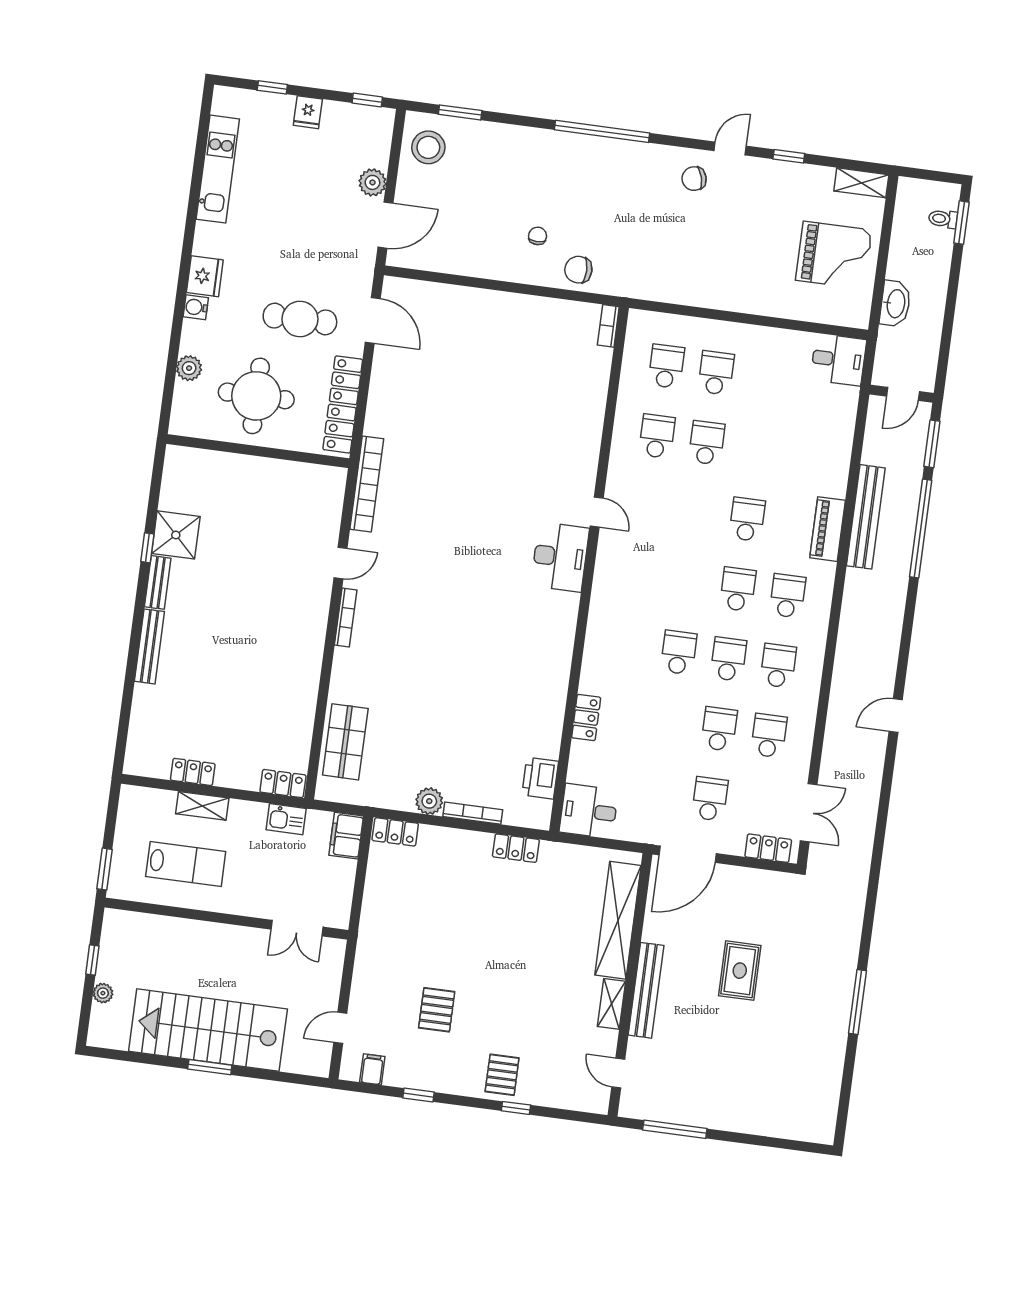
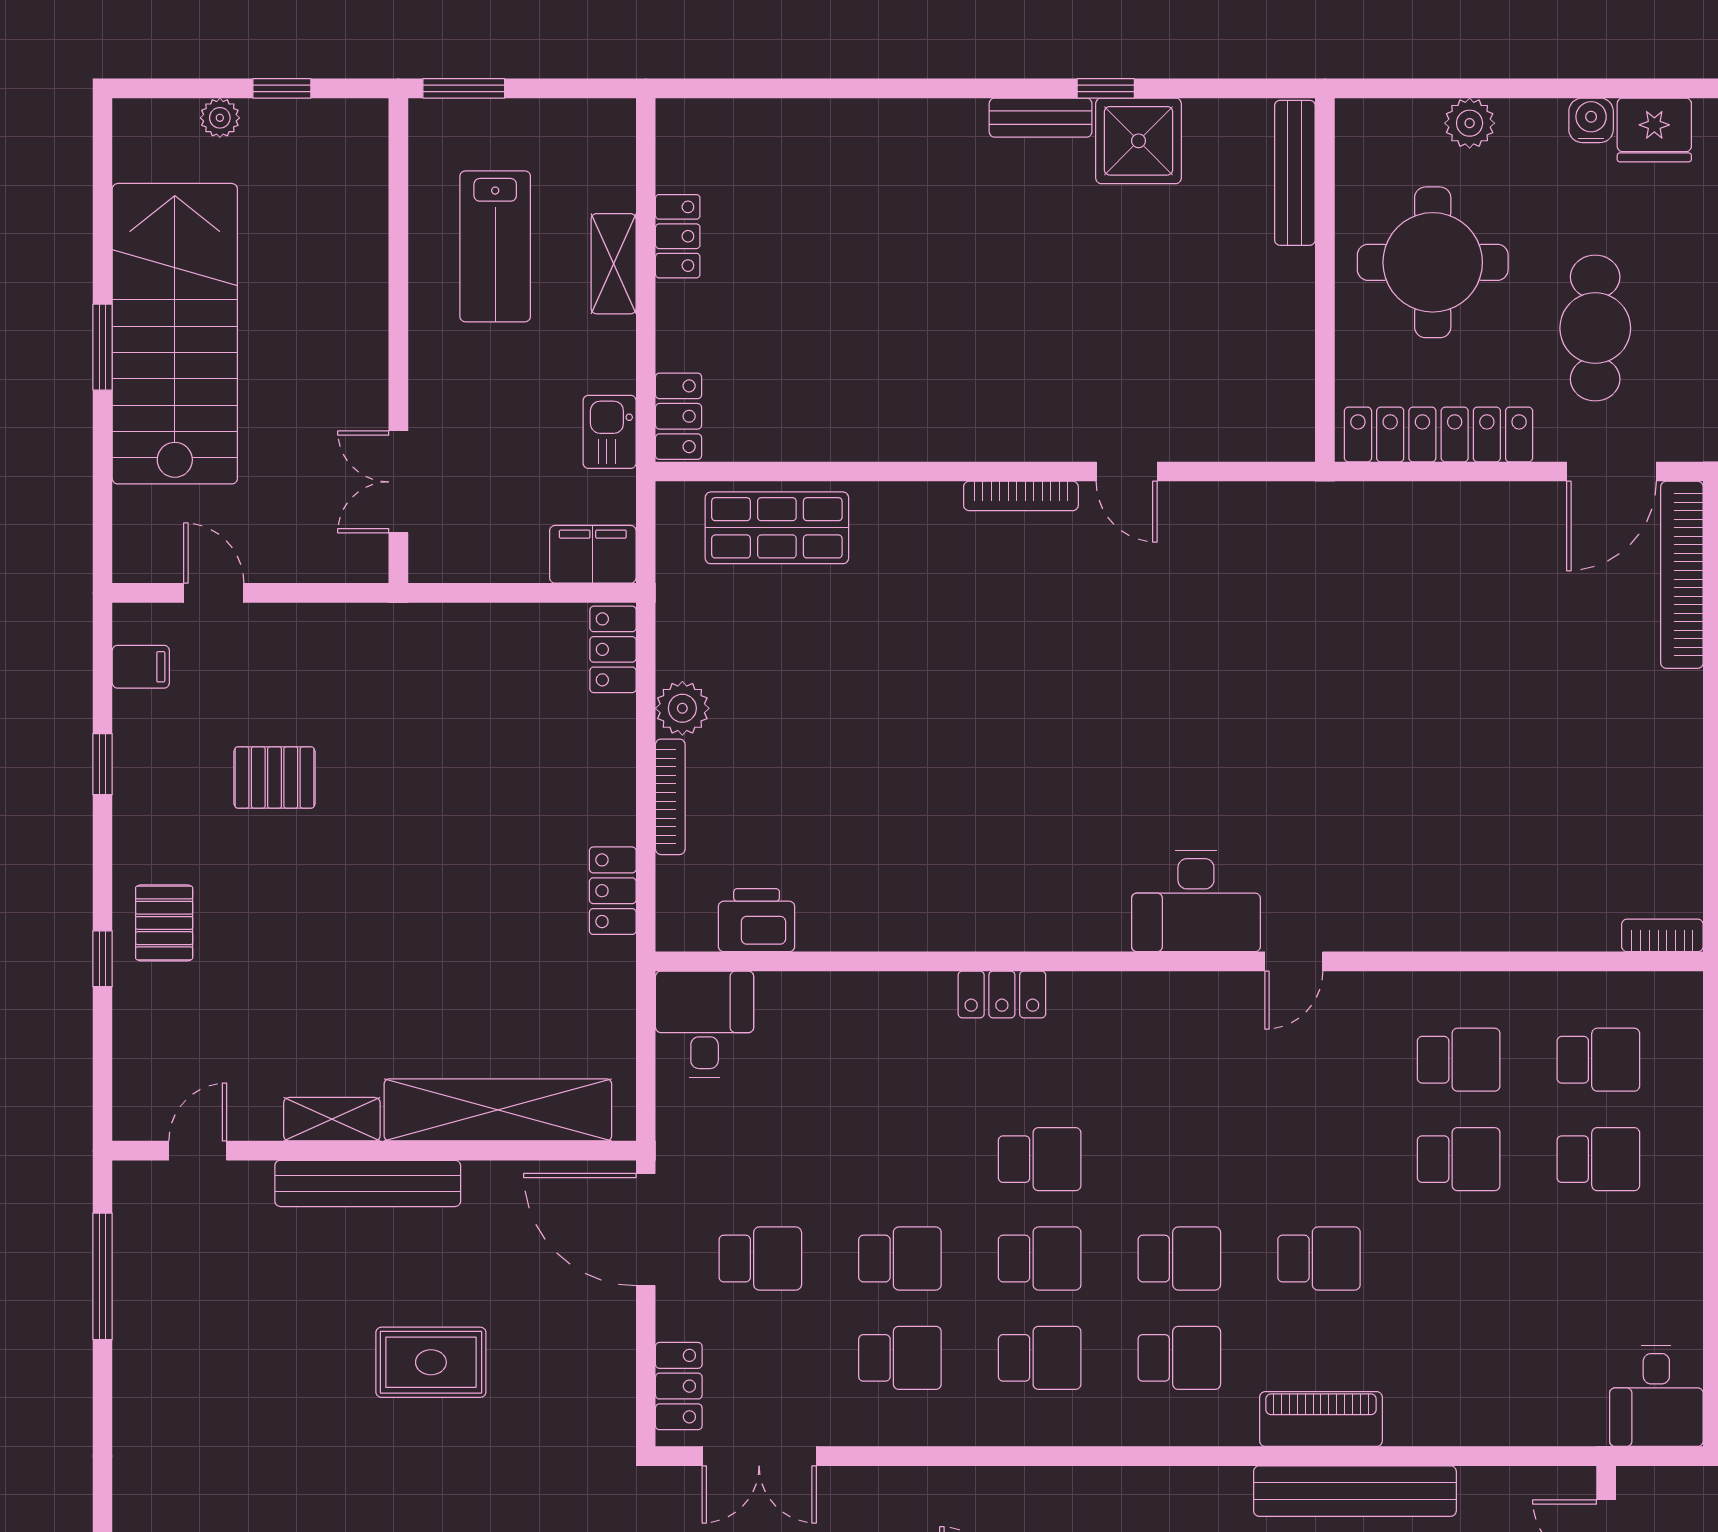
bookcase: (367, 484) -> (1682, 575), moved, turned 90
bench: (149, 646) -> (1295, 173), moved, turned 90
locker: (586, 718) -> (1002, 994), moved
pallet: (502, 1075) -> (164, 923), turned 90

